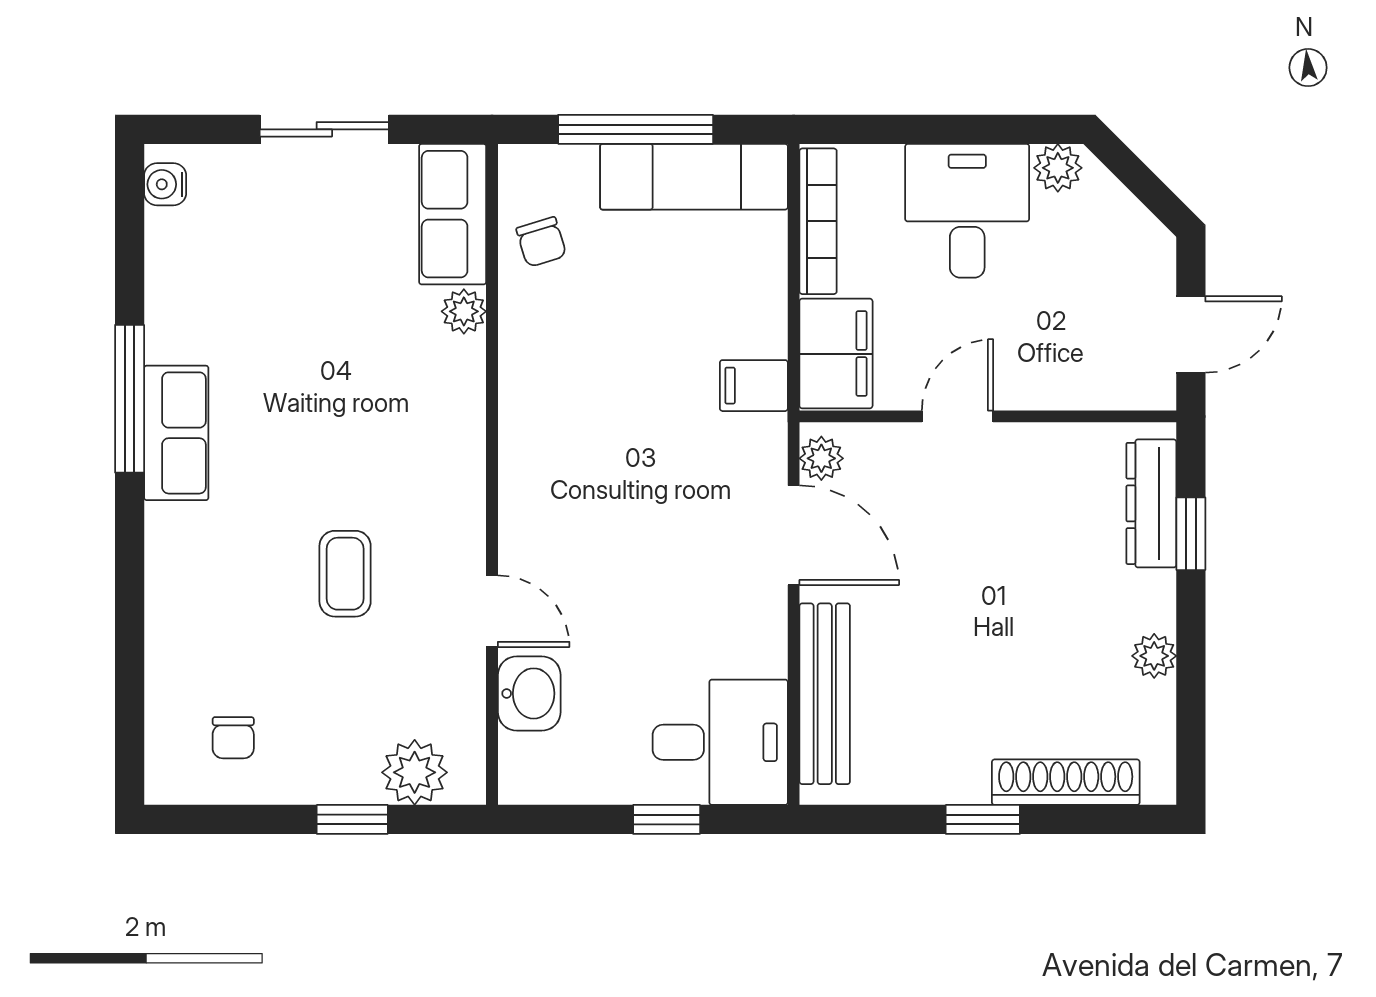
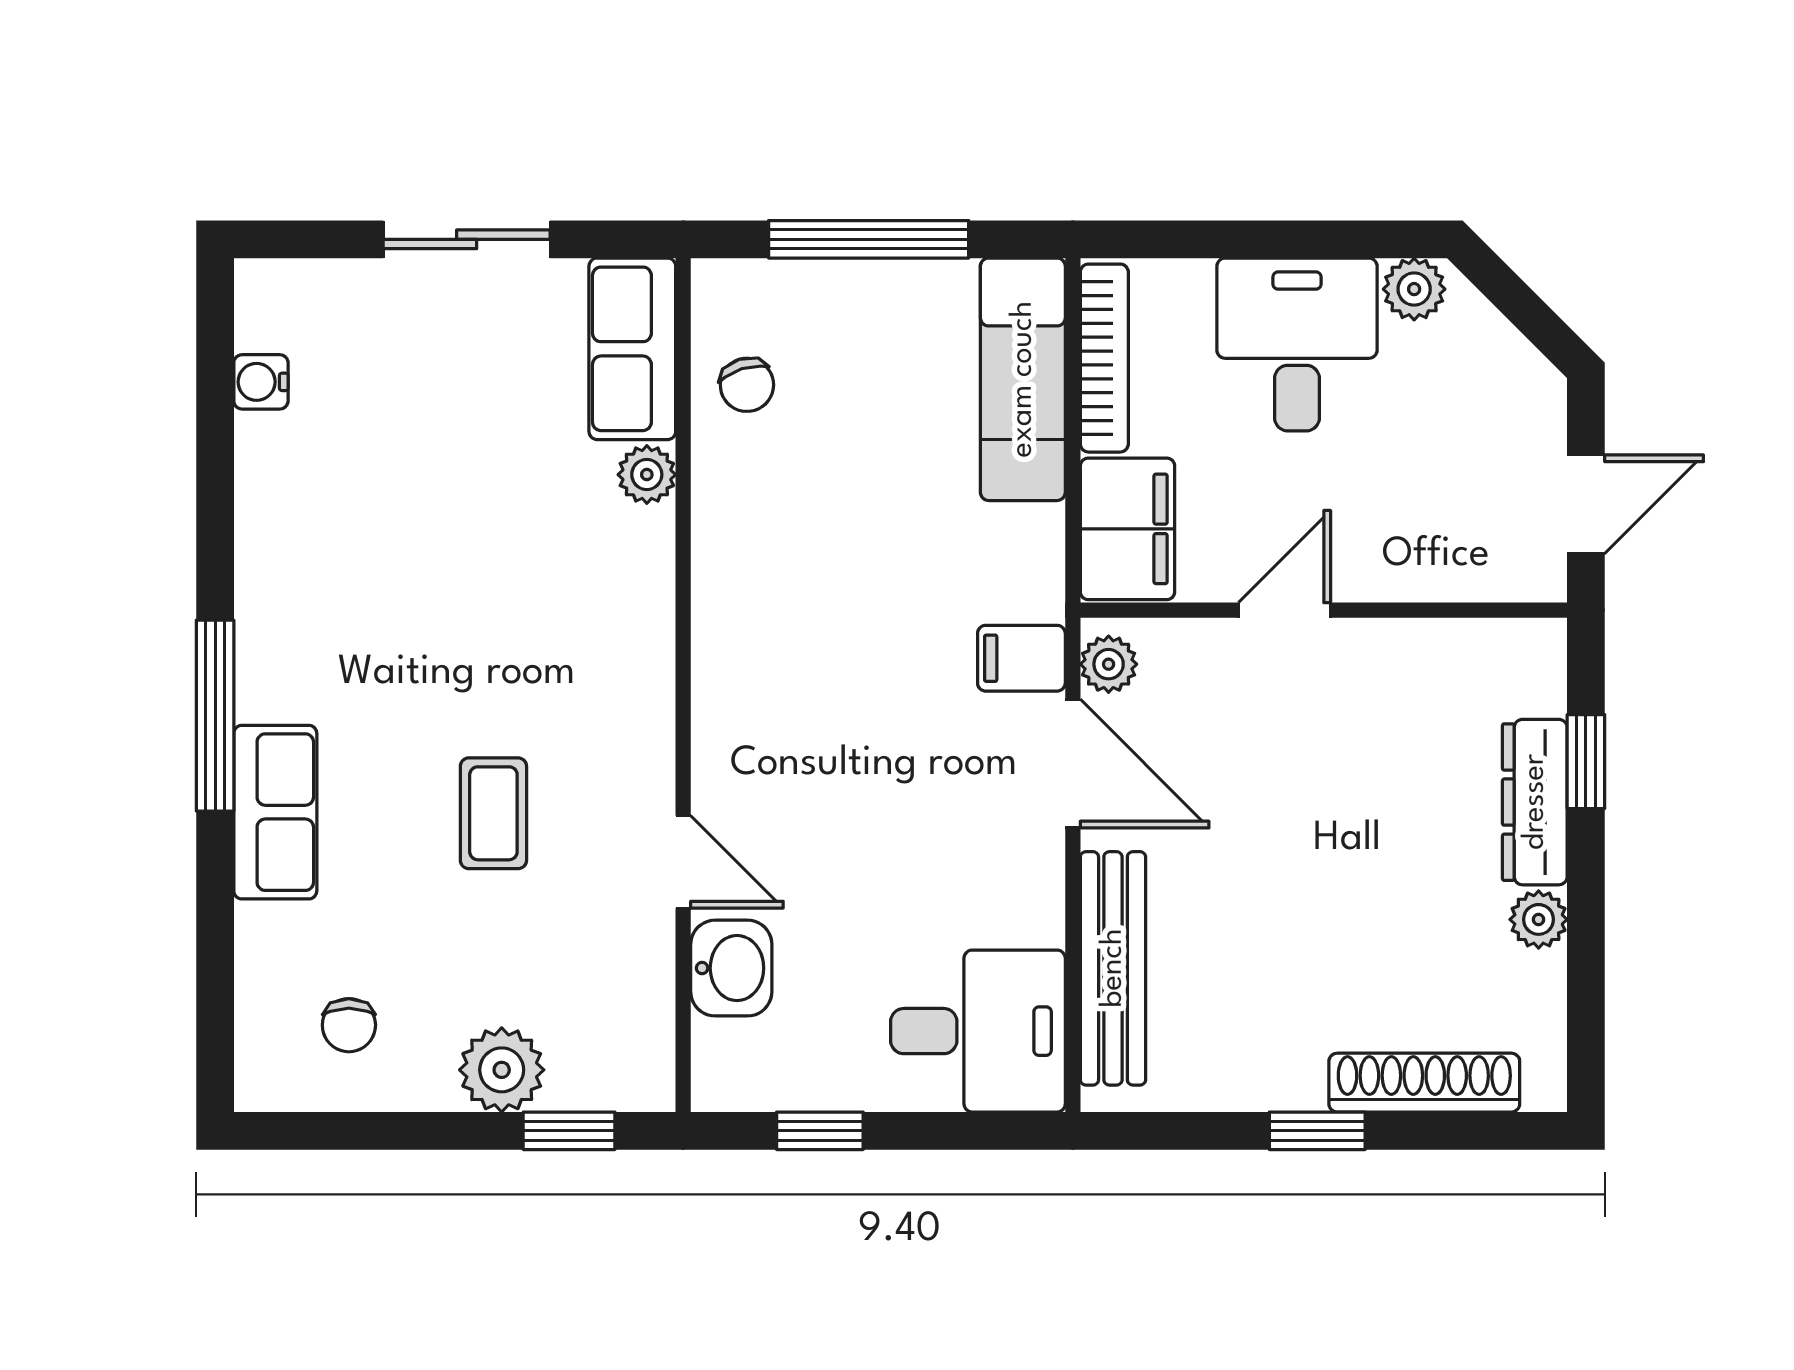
exam couch: (694, 177) -> (1023, 379), moved, turned 90
water cooler: (165, 184) -> (261, 382), moved
filing cabinet: (754, 386) -> (1021, 658), moved
window: (130, 399) -> (215, 716), moved
row of seats: (176, 433) -> (275, 812), moved
dresser: (1151, 503) -> (1535, 802), moved
plant: (415, 772) -> (502, 1070), moved
window: (352, 819) -> (569, 1131), moved
window: (667, 819) -> (820, 1131), moved

